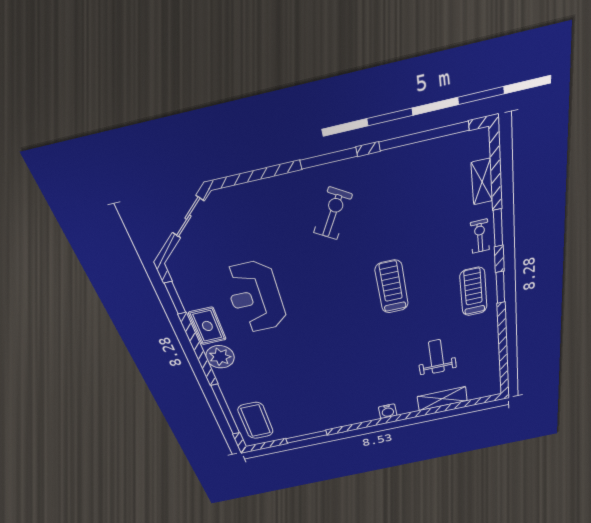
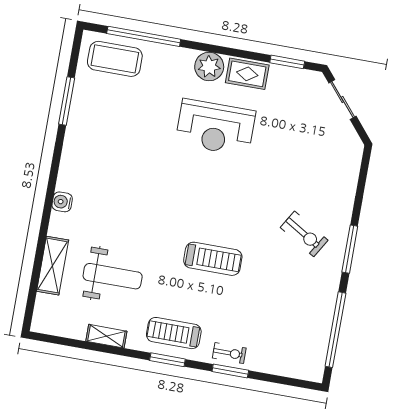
shelving: (482, 182) -> (106, 336), moved
sliding door: (188, 217) -> (342, 100), moved
treadmill: (473, 292) -> (174, 333), turned 180
reception desk: (255, 297) -> (215, 127), moved, turned 180
weight bench: (437, 357) -> (113, 276), width x1.36, depth x1.33

